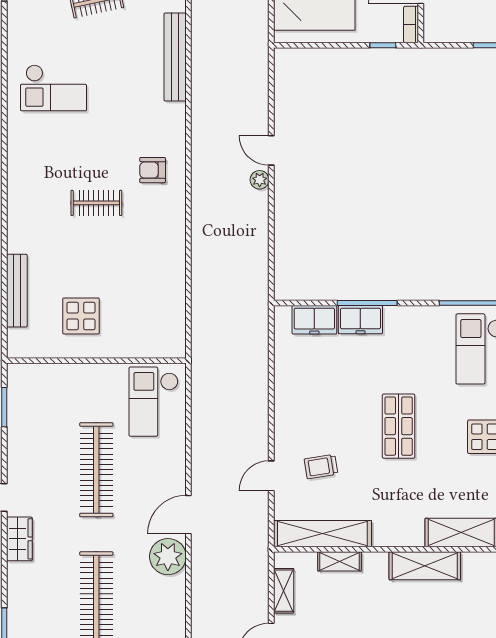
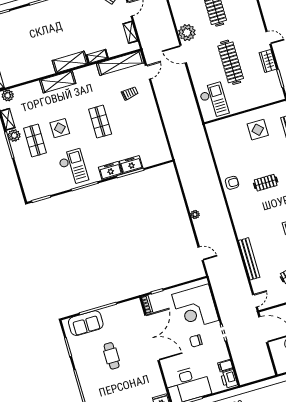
door: (271, 150) -> (201, 254), moved
armchair: (153, 170) -> (232, 183), moved
freezer: (314, 320) -> (110, 171), moved
door: (271, 476) -> (148, 72), moved
door: (188, 515) -> (183, 54), swing flipped
wardrobe: (19, 539) -> (268, 61), moved
shelving: (339, 561) -> (97, 56), moved

